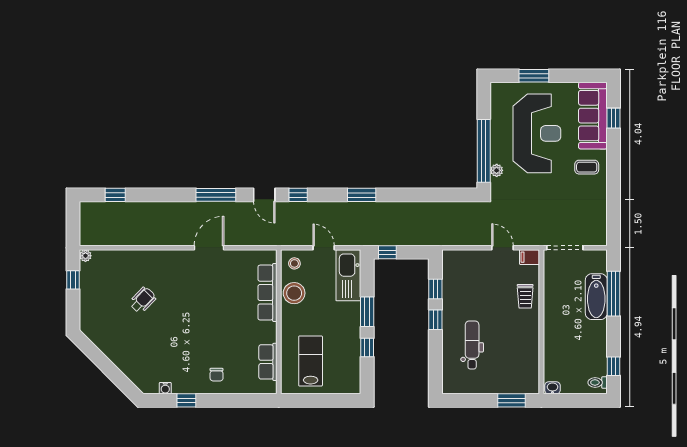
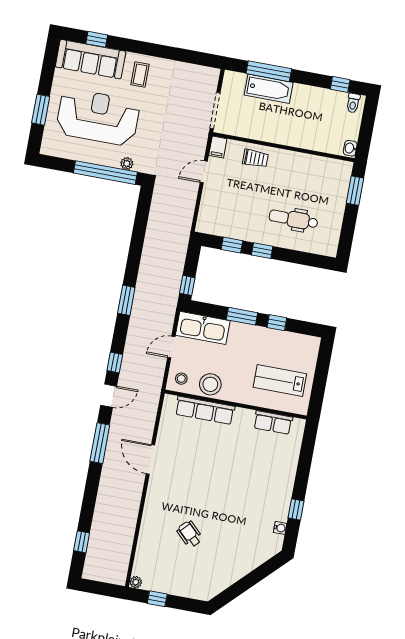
chair: (217, 375) -> (276, 475), removed

